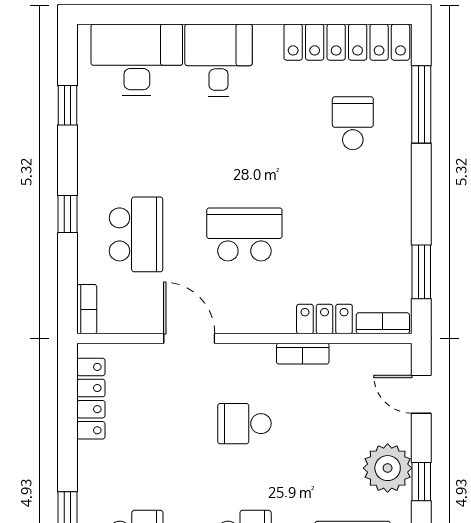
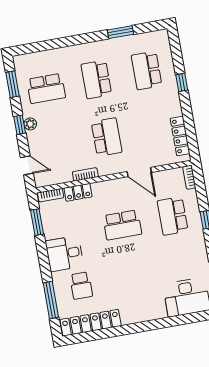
desk: (219, 60) -> (64, 254), moved, turned 90
school desk: (244, 424) -> (107, 137), width x1.85
plant: (388, 468) -> (30, 124), width x0.53, depth x0.53

